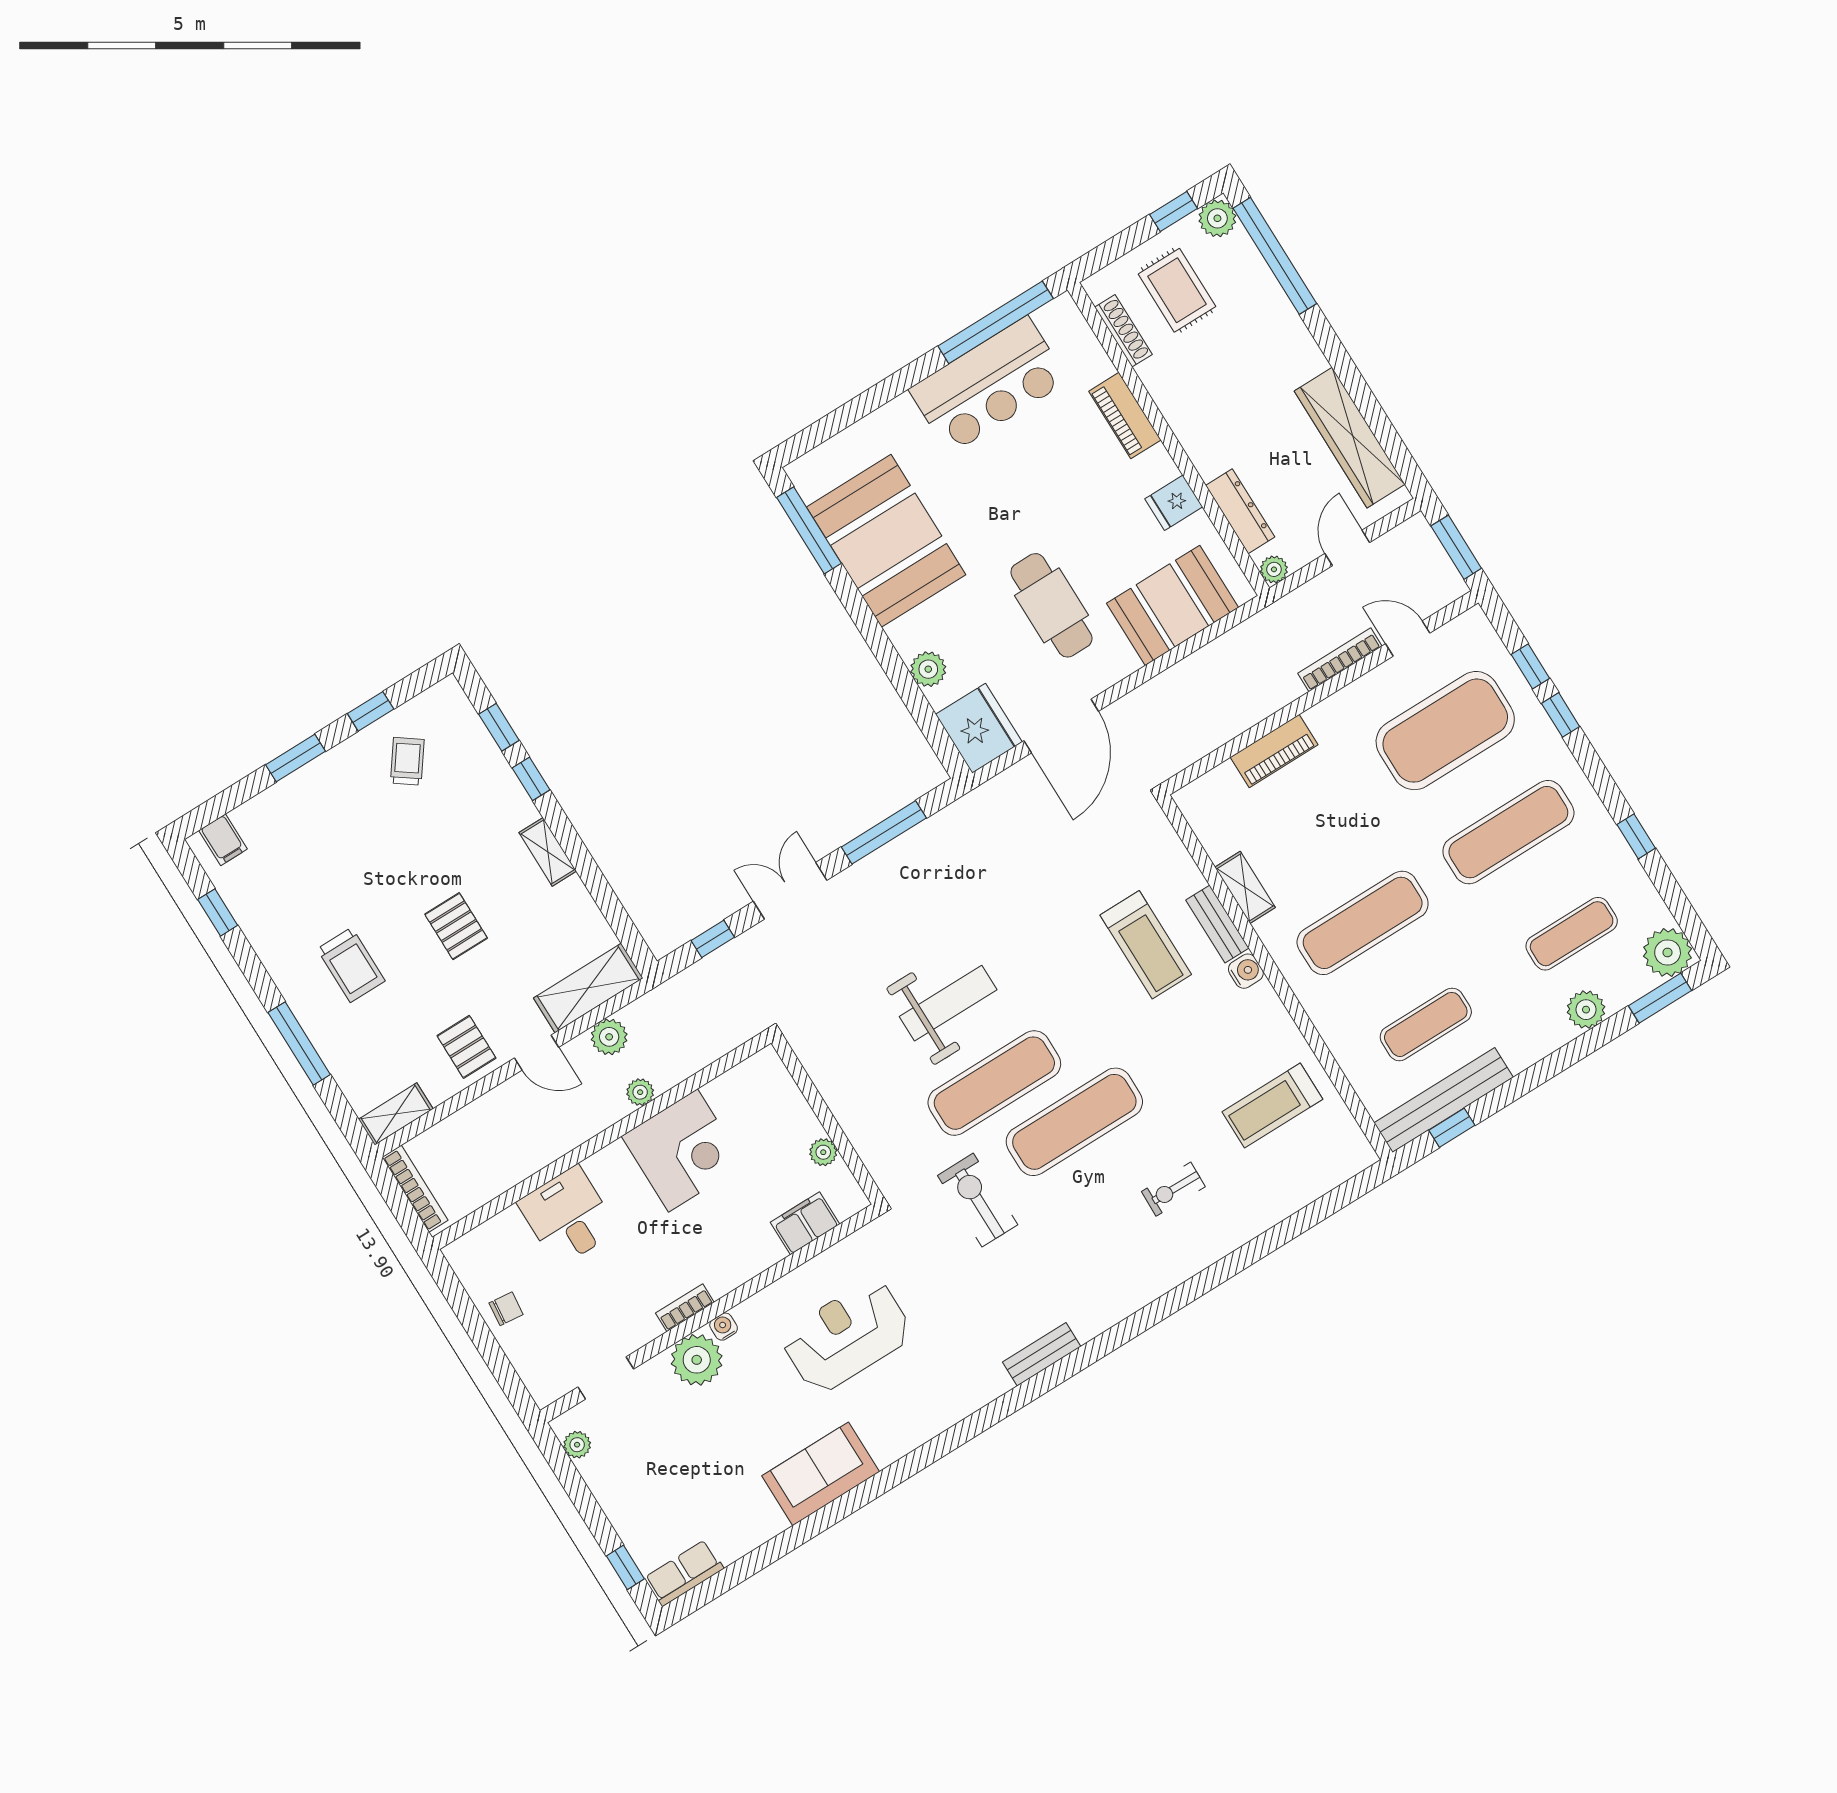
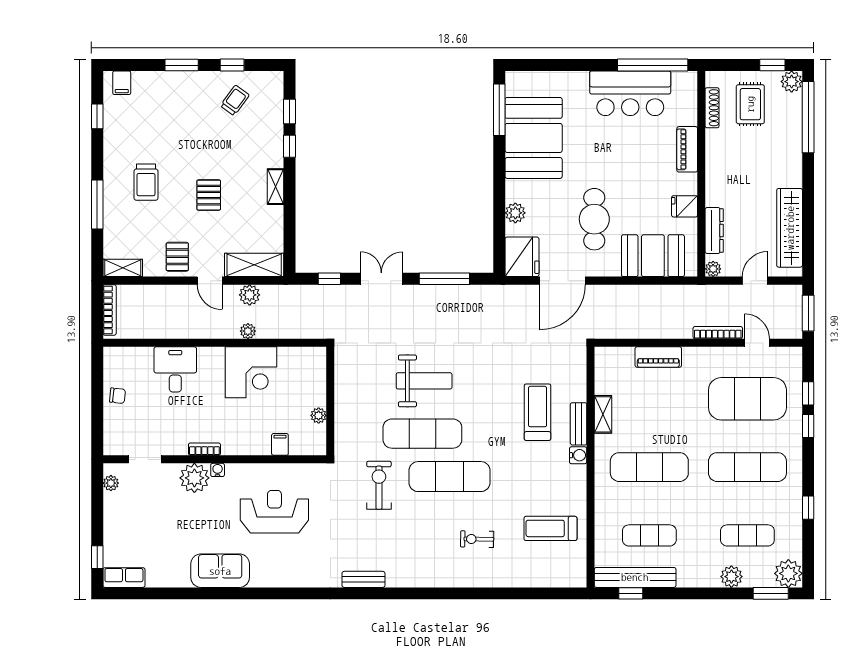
treadmill: (1146, 945) -> (538, 412), turned 180
filing cabinet: (805, 1223) -> (280, 444), width x0.50

